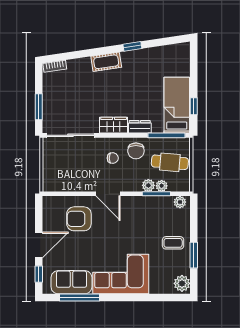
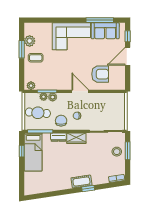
window: (132, 46) -> (88, 188), moved
stool: (55, 106) -> (117, 152), added
plant: (182, 283) -> (30, 41), moved

